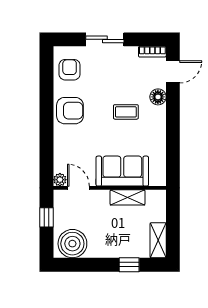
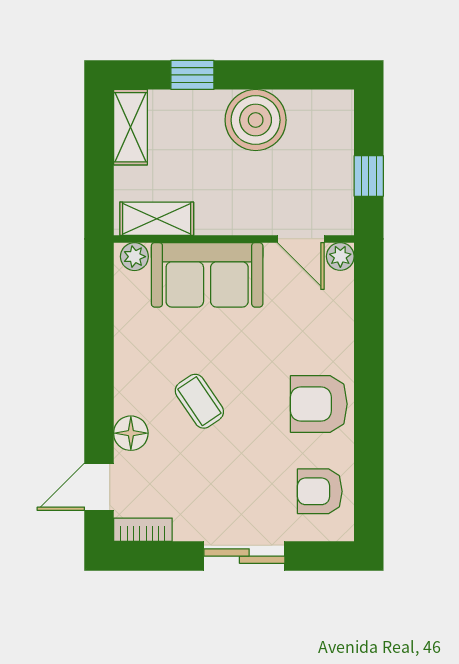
armchair: (70, 70) -> (320, 491), turned 90
coffee table: (126, 112) -> (199, 401), turned 56
plant: (156, 180) -> (134, 257), added
shelving: (127, 197) -> (157, 219), moved
boiler: (72, 244) -> (256, 120), moved

